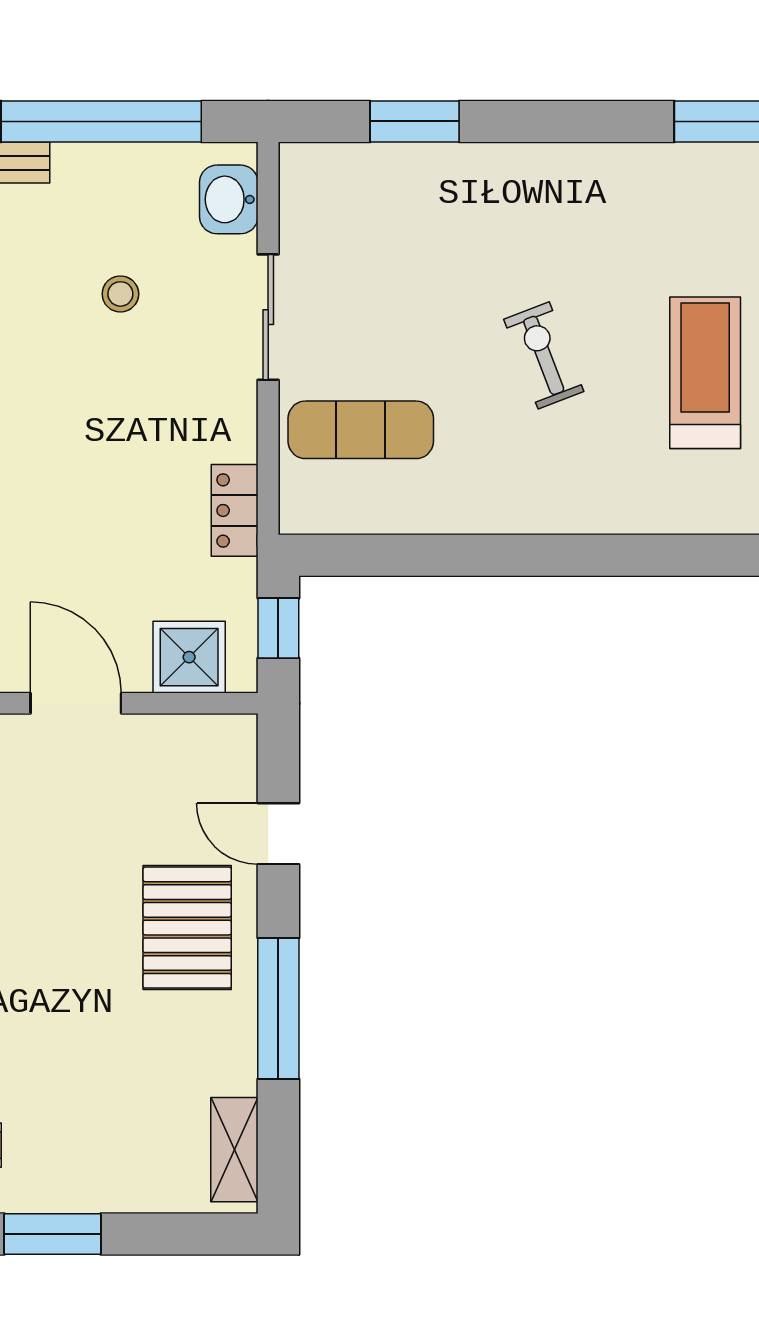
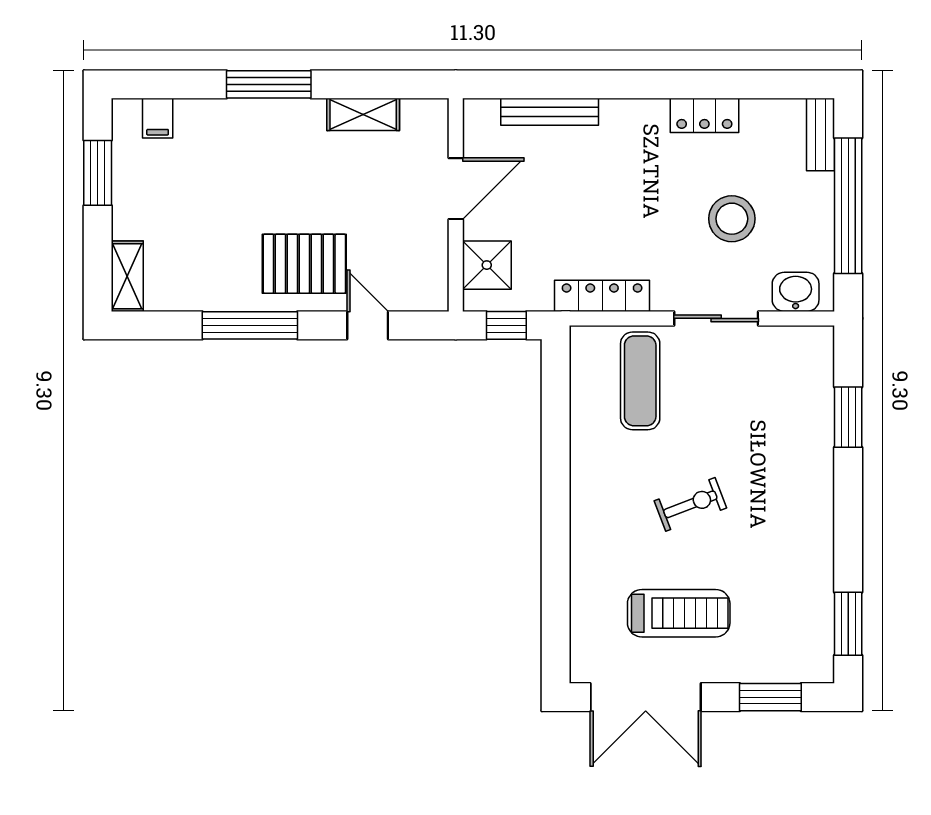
stool: (120, 294) -> (732, 219), width x1.89, depth x1.89
locker: (235, 510) -> (602, 296), width x1.53
door: (278, 834) -> (368, 325), hinge flipped
shelving: (234, 1150) -> (127, 276), moved, turned 90

